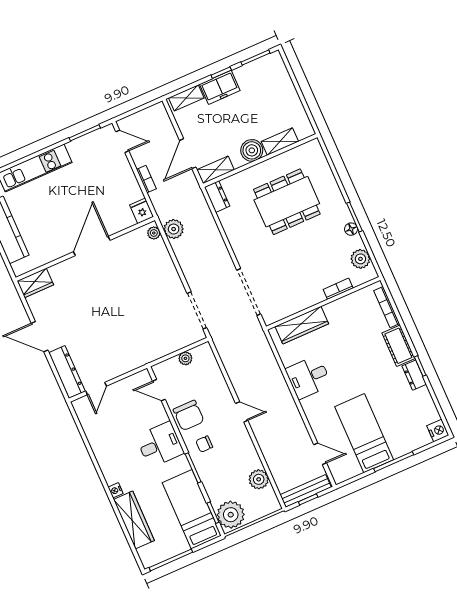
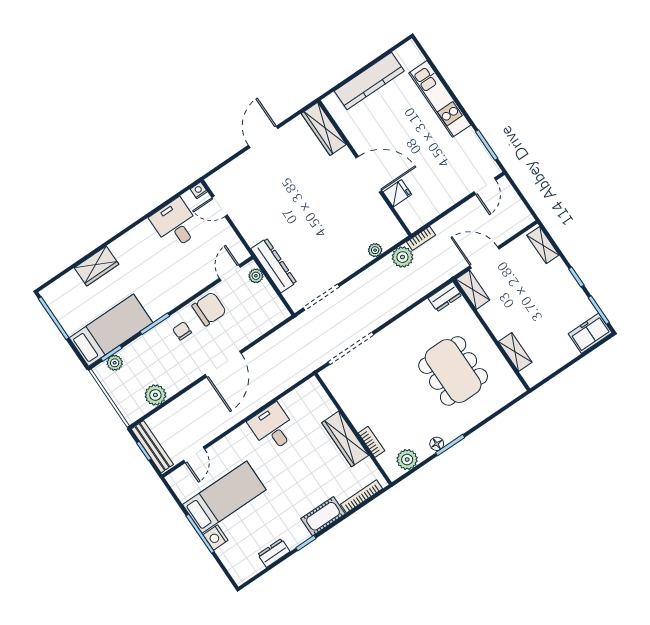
freezer: (220, 87) -> (590, 333), moved, turned 90
boiler: (252, 150) -> (500, 324), removed
bookcase: (146, 179) -> (421, 238), moved
fridge: (142, 211) -> (397, 193), moved
plant: (154, 233) -> (375, 250), moved
wardrobe: (35, 283) -> (324, 129), width x1.50
wardrobe: (302, 325) -> (345, 439), moved
plant: (185, 358) -> (256, 276), moved
dresser: (67, 372) -> (274, 266), moved, turned -90
dresser: (414, 375) -> (274, 553), moved
door: (242, 412) -> (223, 364), width x1.88
chair: (189, 415) -> (209, 309), turned 180
nightstand: (438, 431) -> (216, 538), moved, turned 90
desk: (160, 445) -> (175, 224), moved, turned 180
nightstand: (116, 490) -> (199, 190), moved
plant: (231, 515) -> (115, 363), width x0.53, depth x0.53
wardrobe: (134, 520) -> (97, 266), width x0.67

